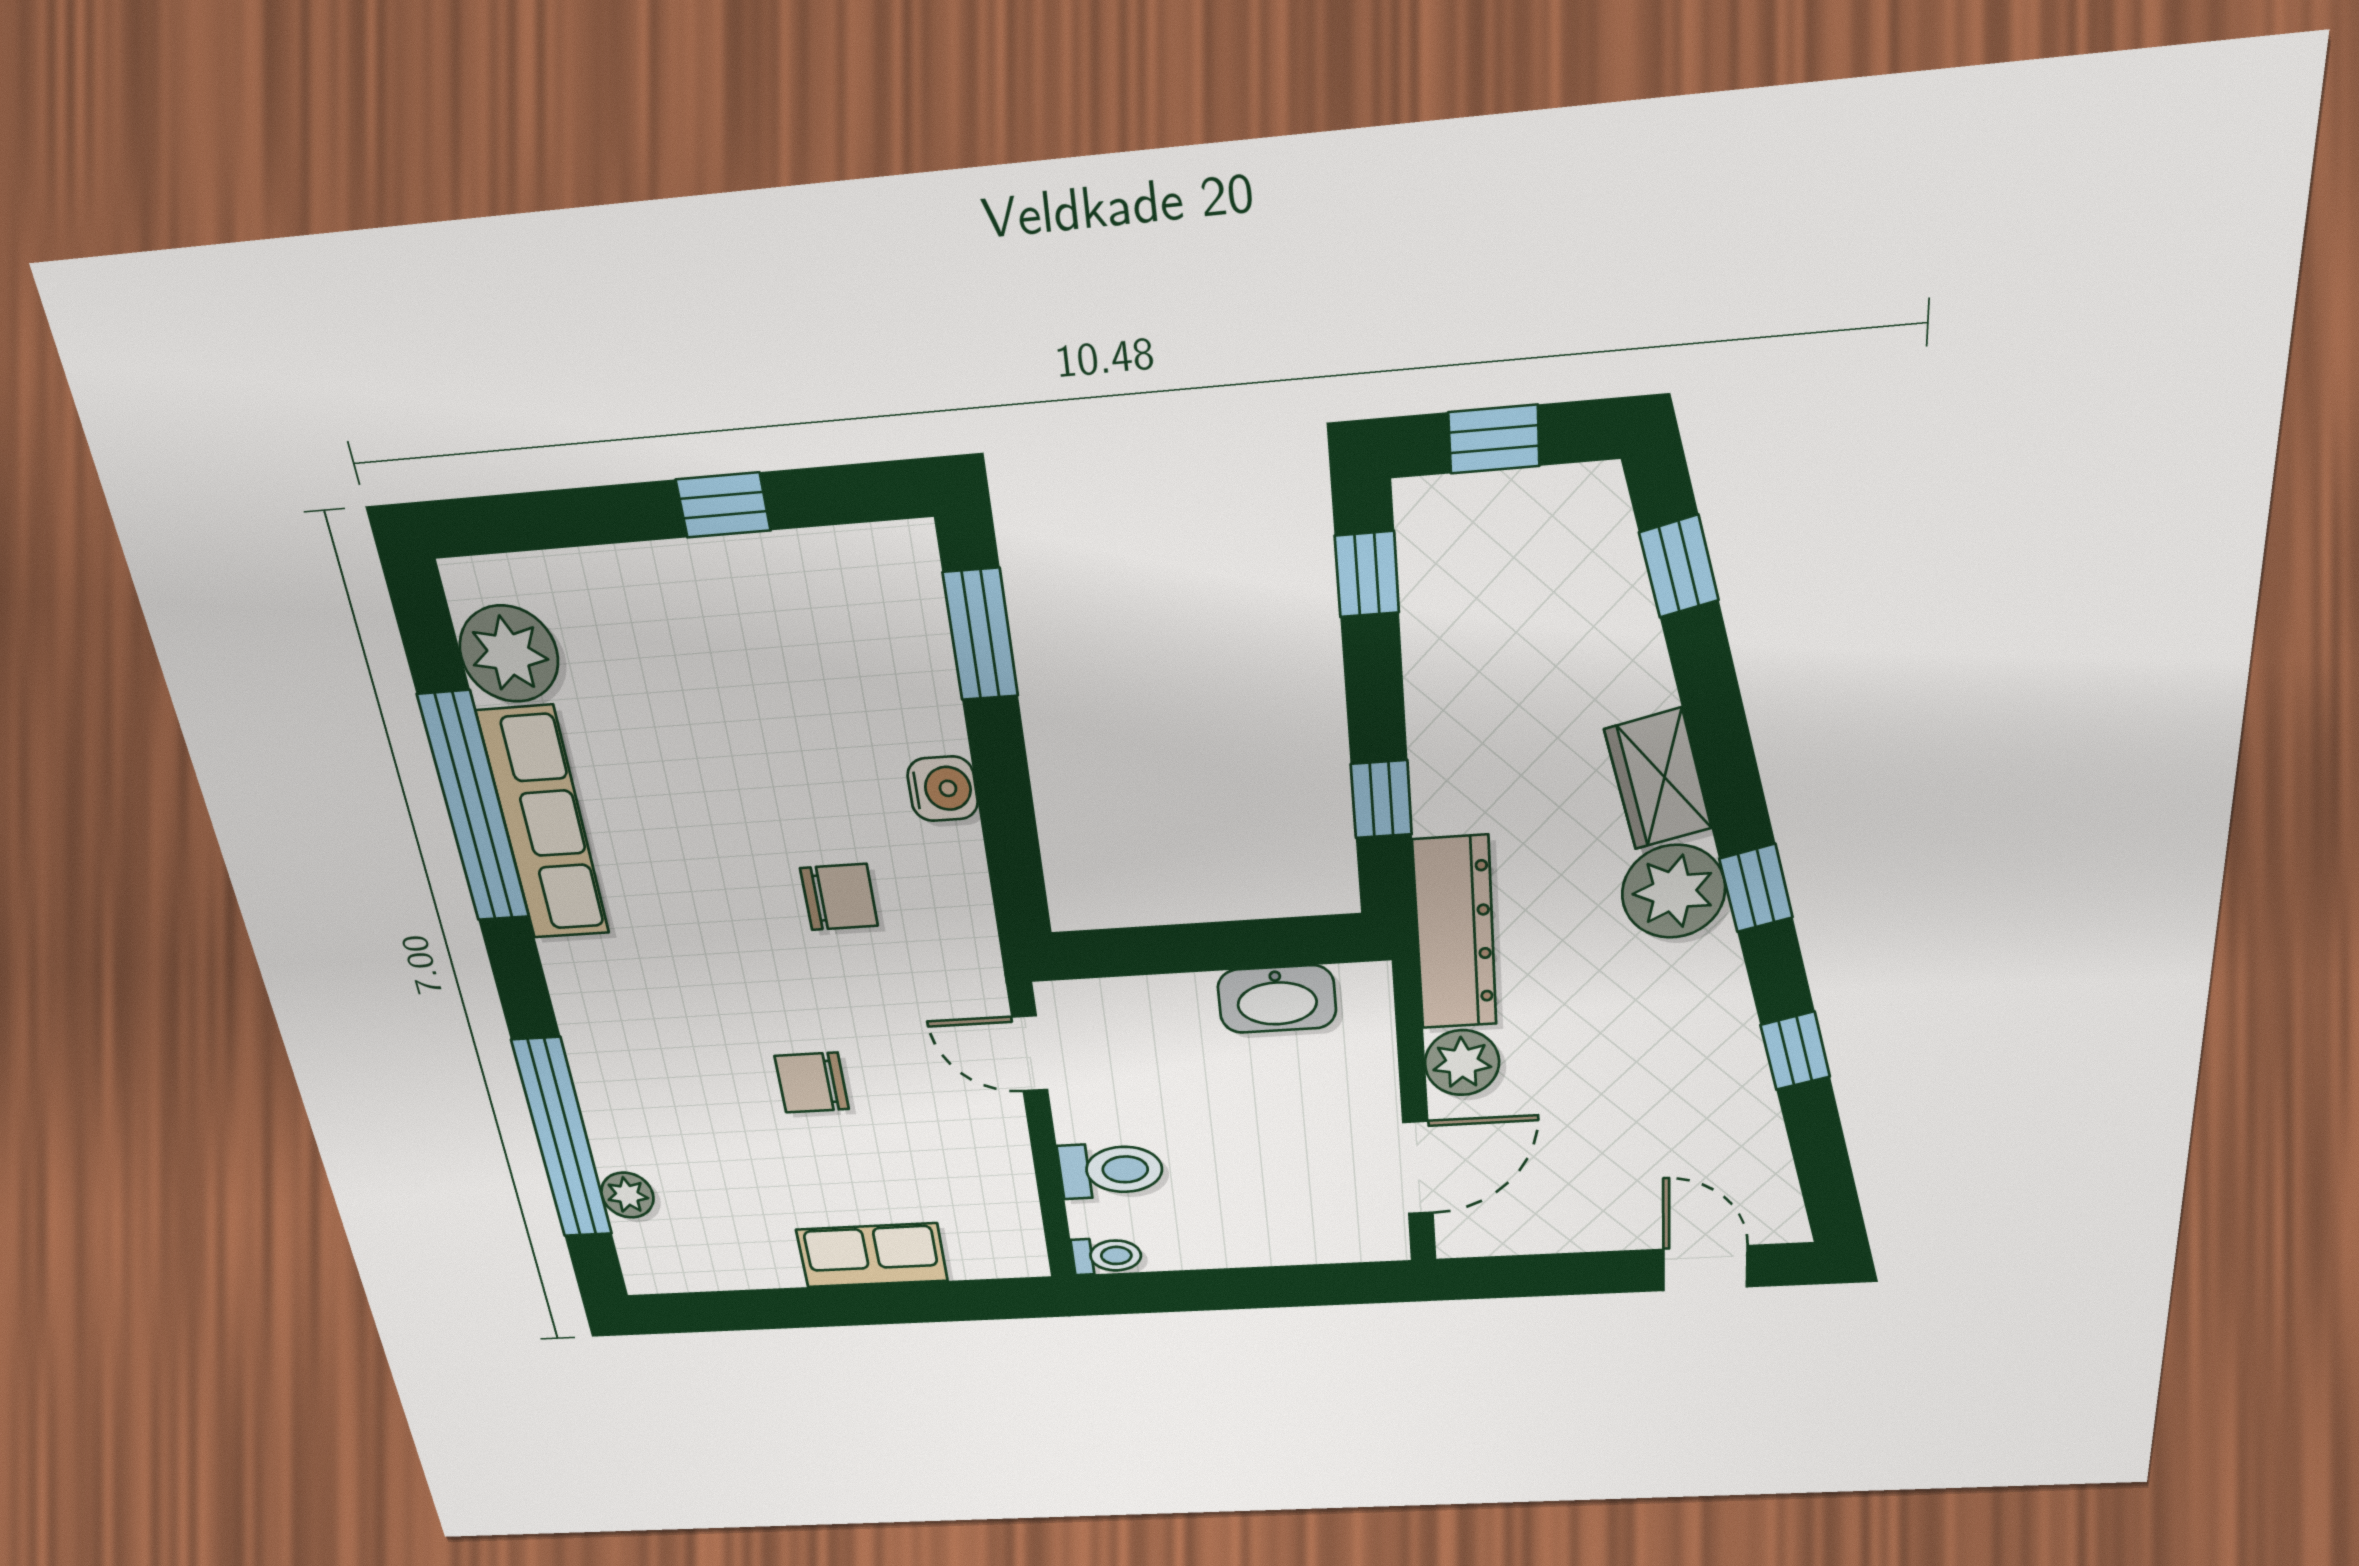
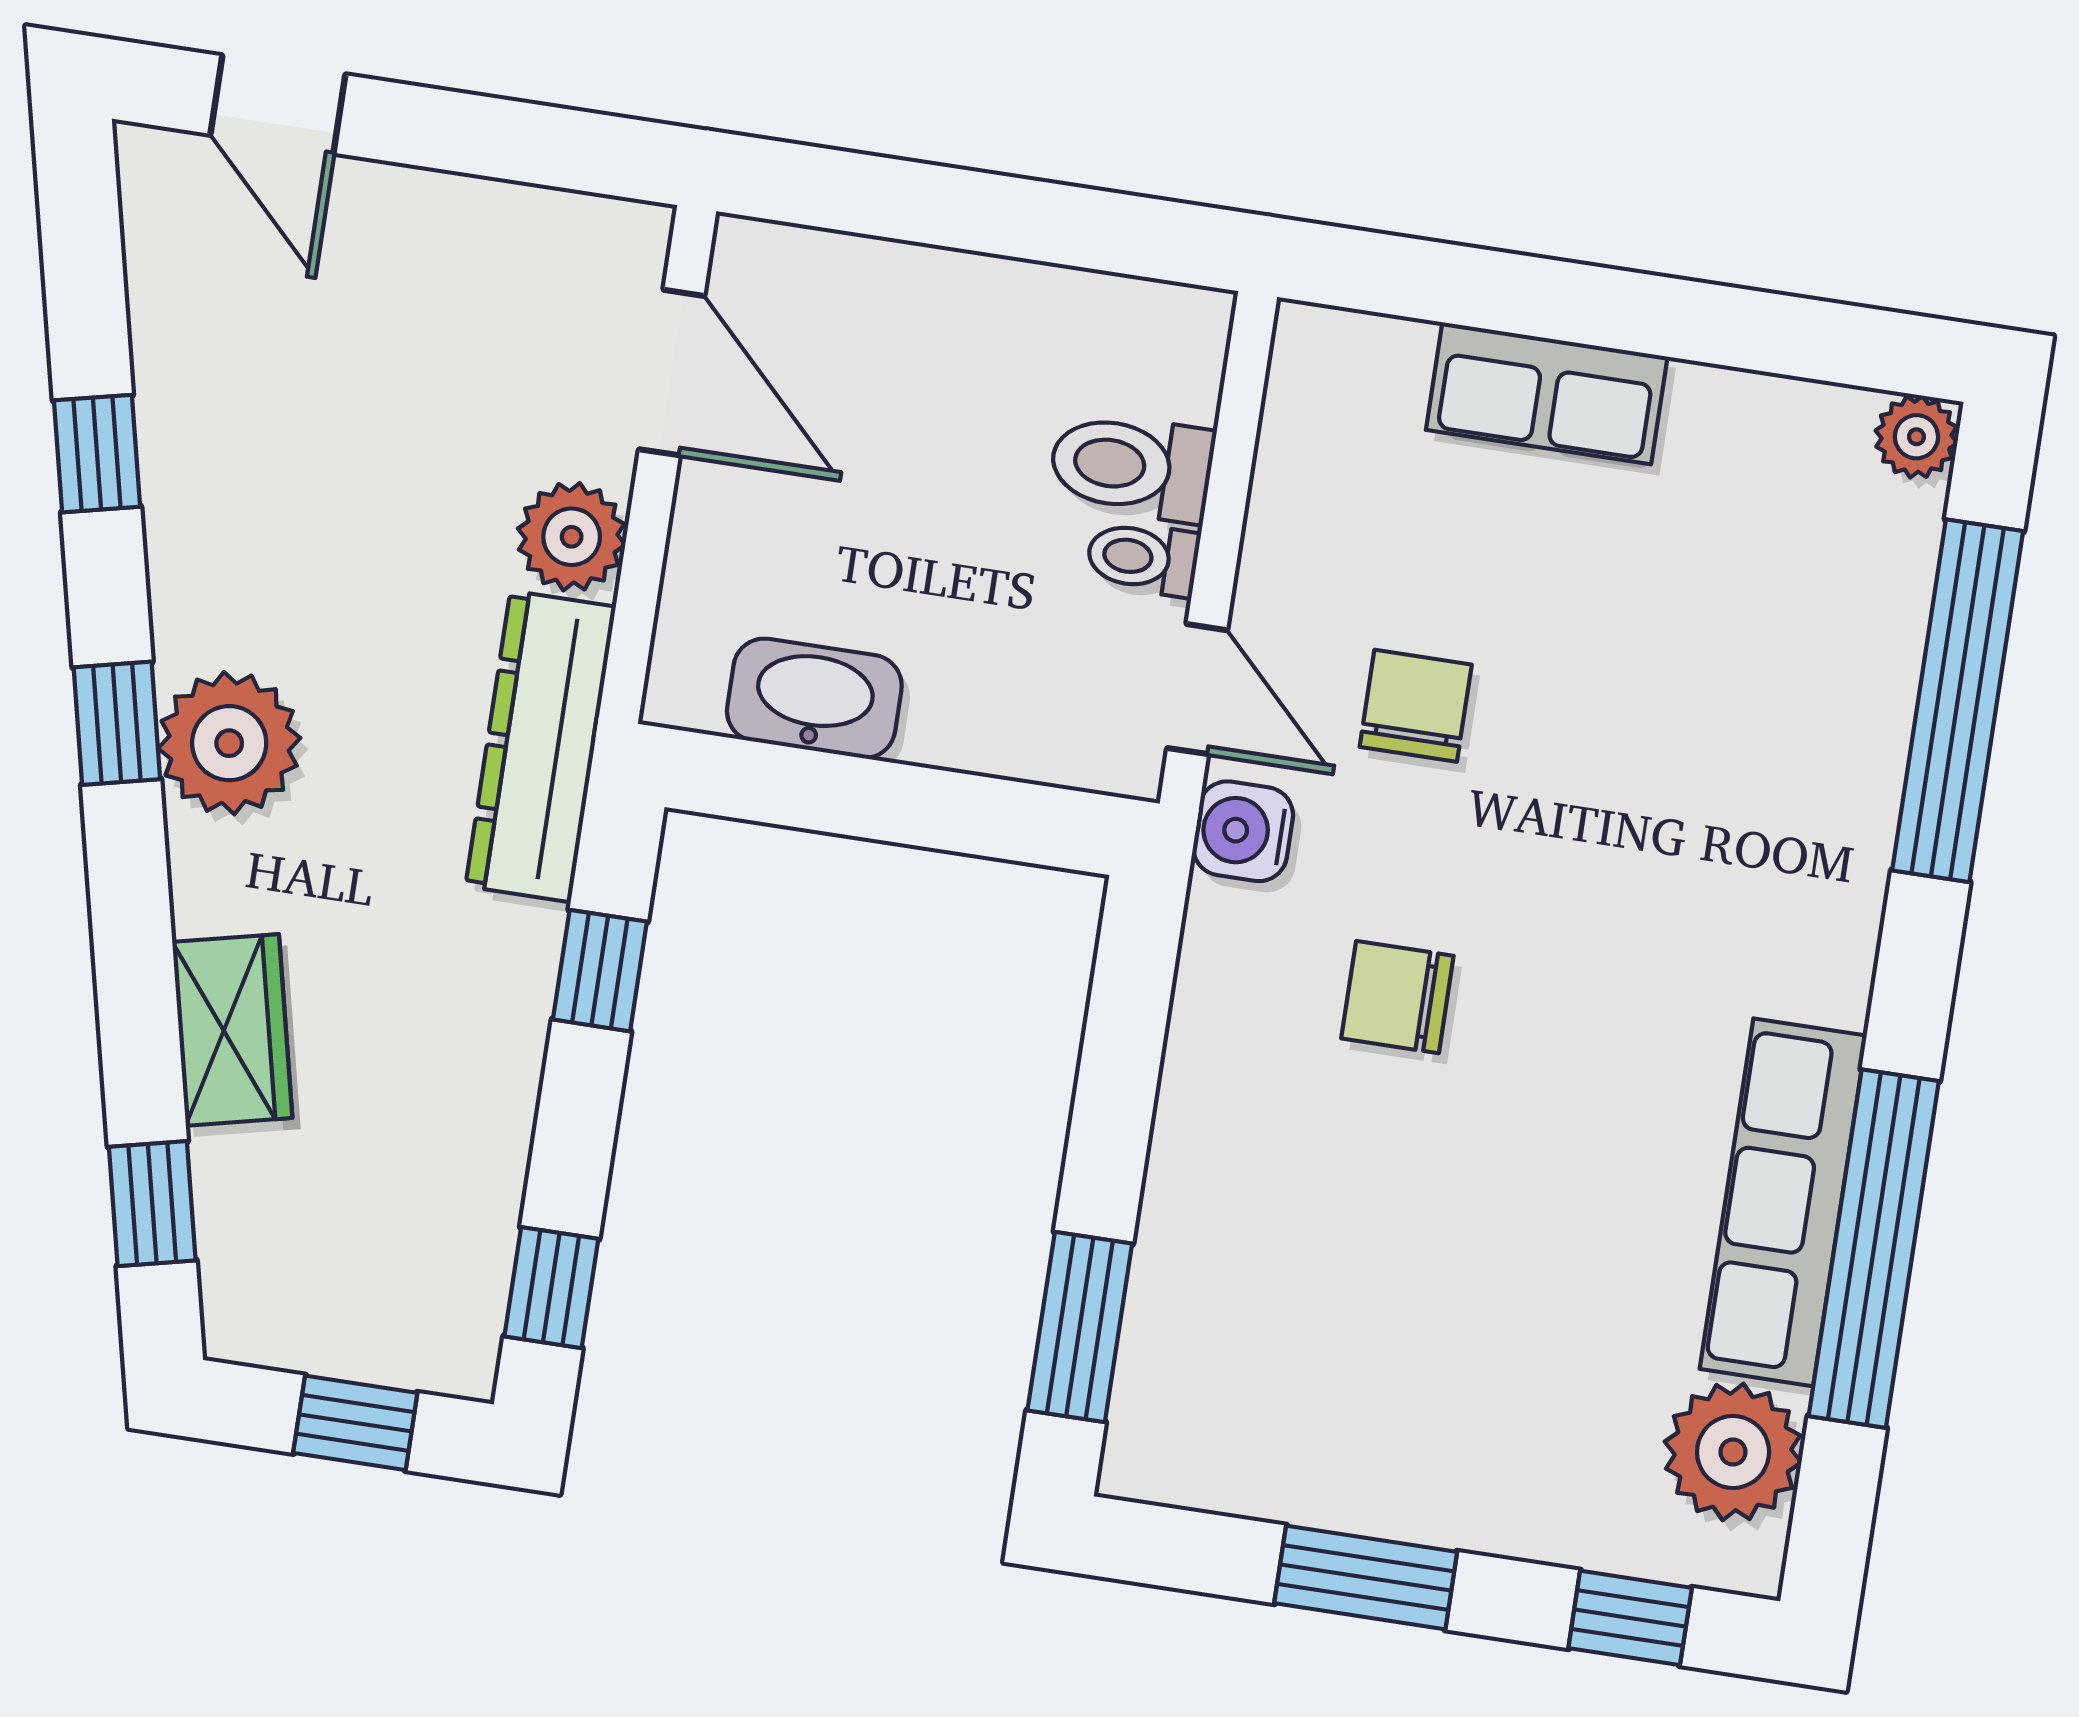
window: (723, 505) -> (1366, 1578), width x1.50
window: (531, 522) -> (1630, 1618), added
wardrobe: (1658, 779) -> (232, 1030), moved
water cooler: (943, 789) -> (1243, 831), moved
chair: (812, 1083) -> (1416, 706), moved, turned -90
door: (1418, 1168) -> (672, 373), swing flipped
plant: (627, 1195) -> (1916, 437), moved
toilet: (1107, 1256) -> (1143, 558), moved

